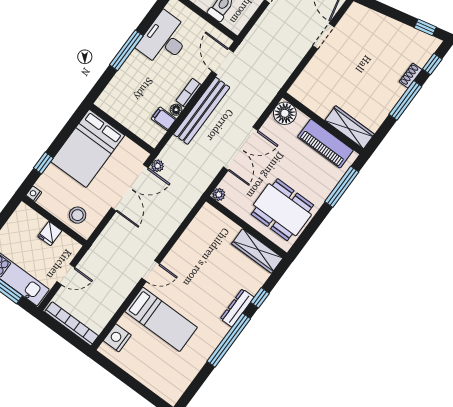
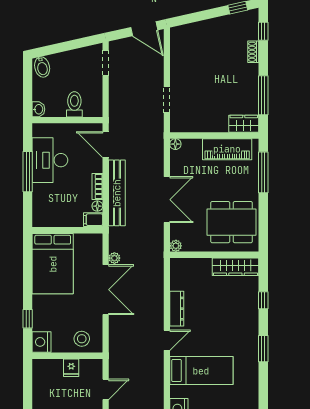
doorway: (323, 36) -> (167, 100), moved
window: (126, 50) -> (28, 172), moved
window: (405, 100) -> (263, 95), moved
floor lamp: (285, 113) -> (175, 144), width x0.53, depth x0.53
wardrobe: (350, 127) -> (244, 124), width x0.67
wall: (122, 129) -> (67, 230), moved
bed: (88, 148) -> (53, 264), moved
nightstand: (34, 194) -> (42, 342), width x1.89, depth x1.79
dresser: (237, 308) -> (177, 309), moved, turned 180
window: (229, 340) -> (263, 349), width x0.47

